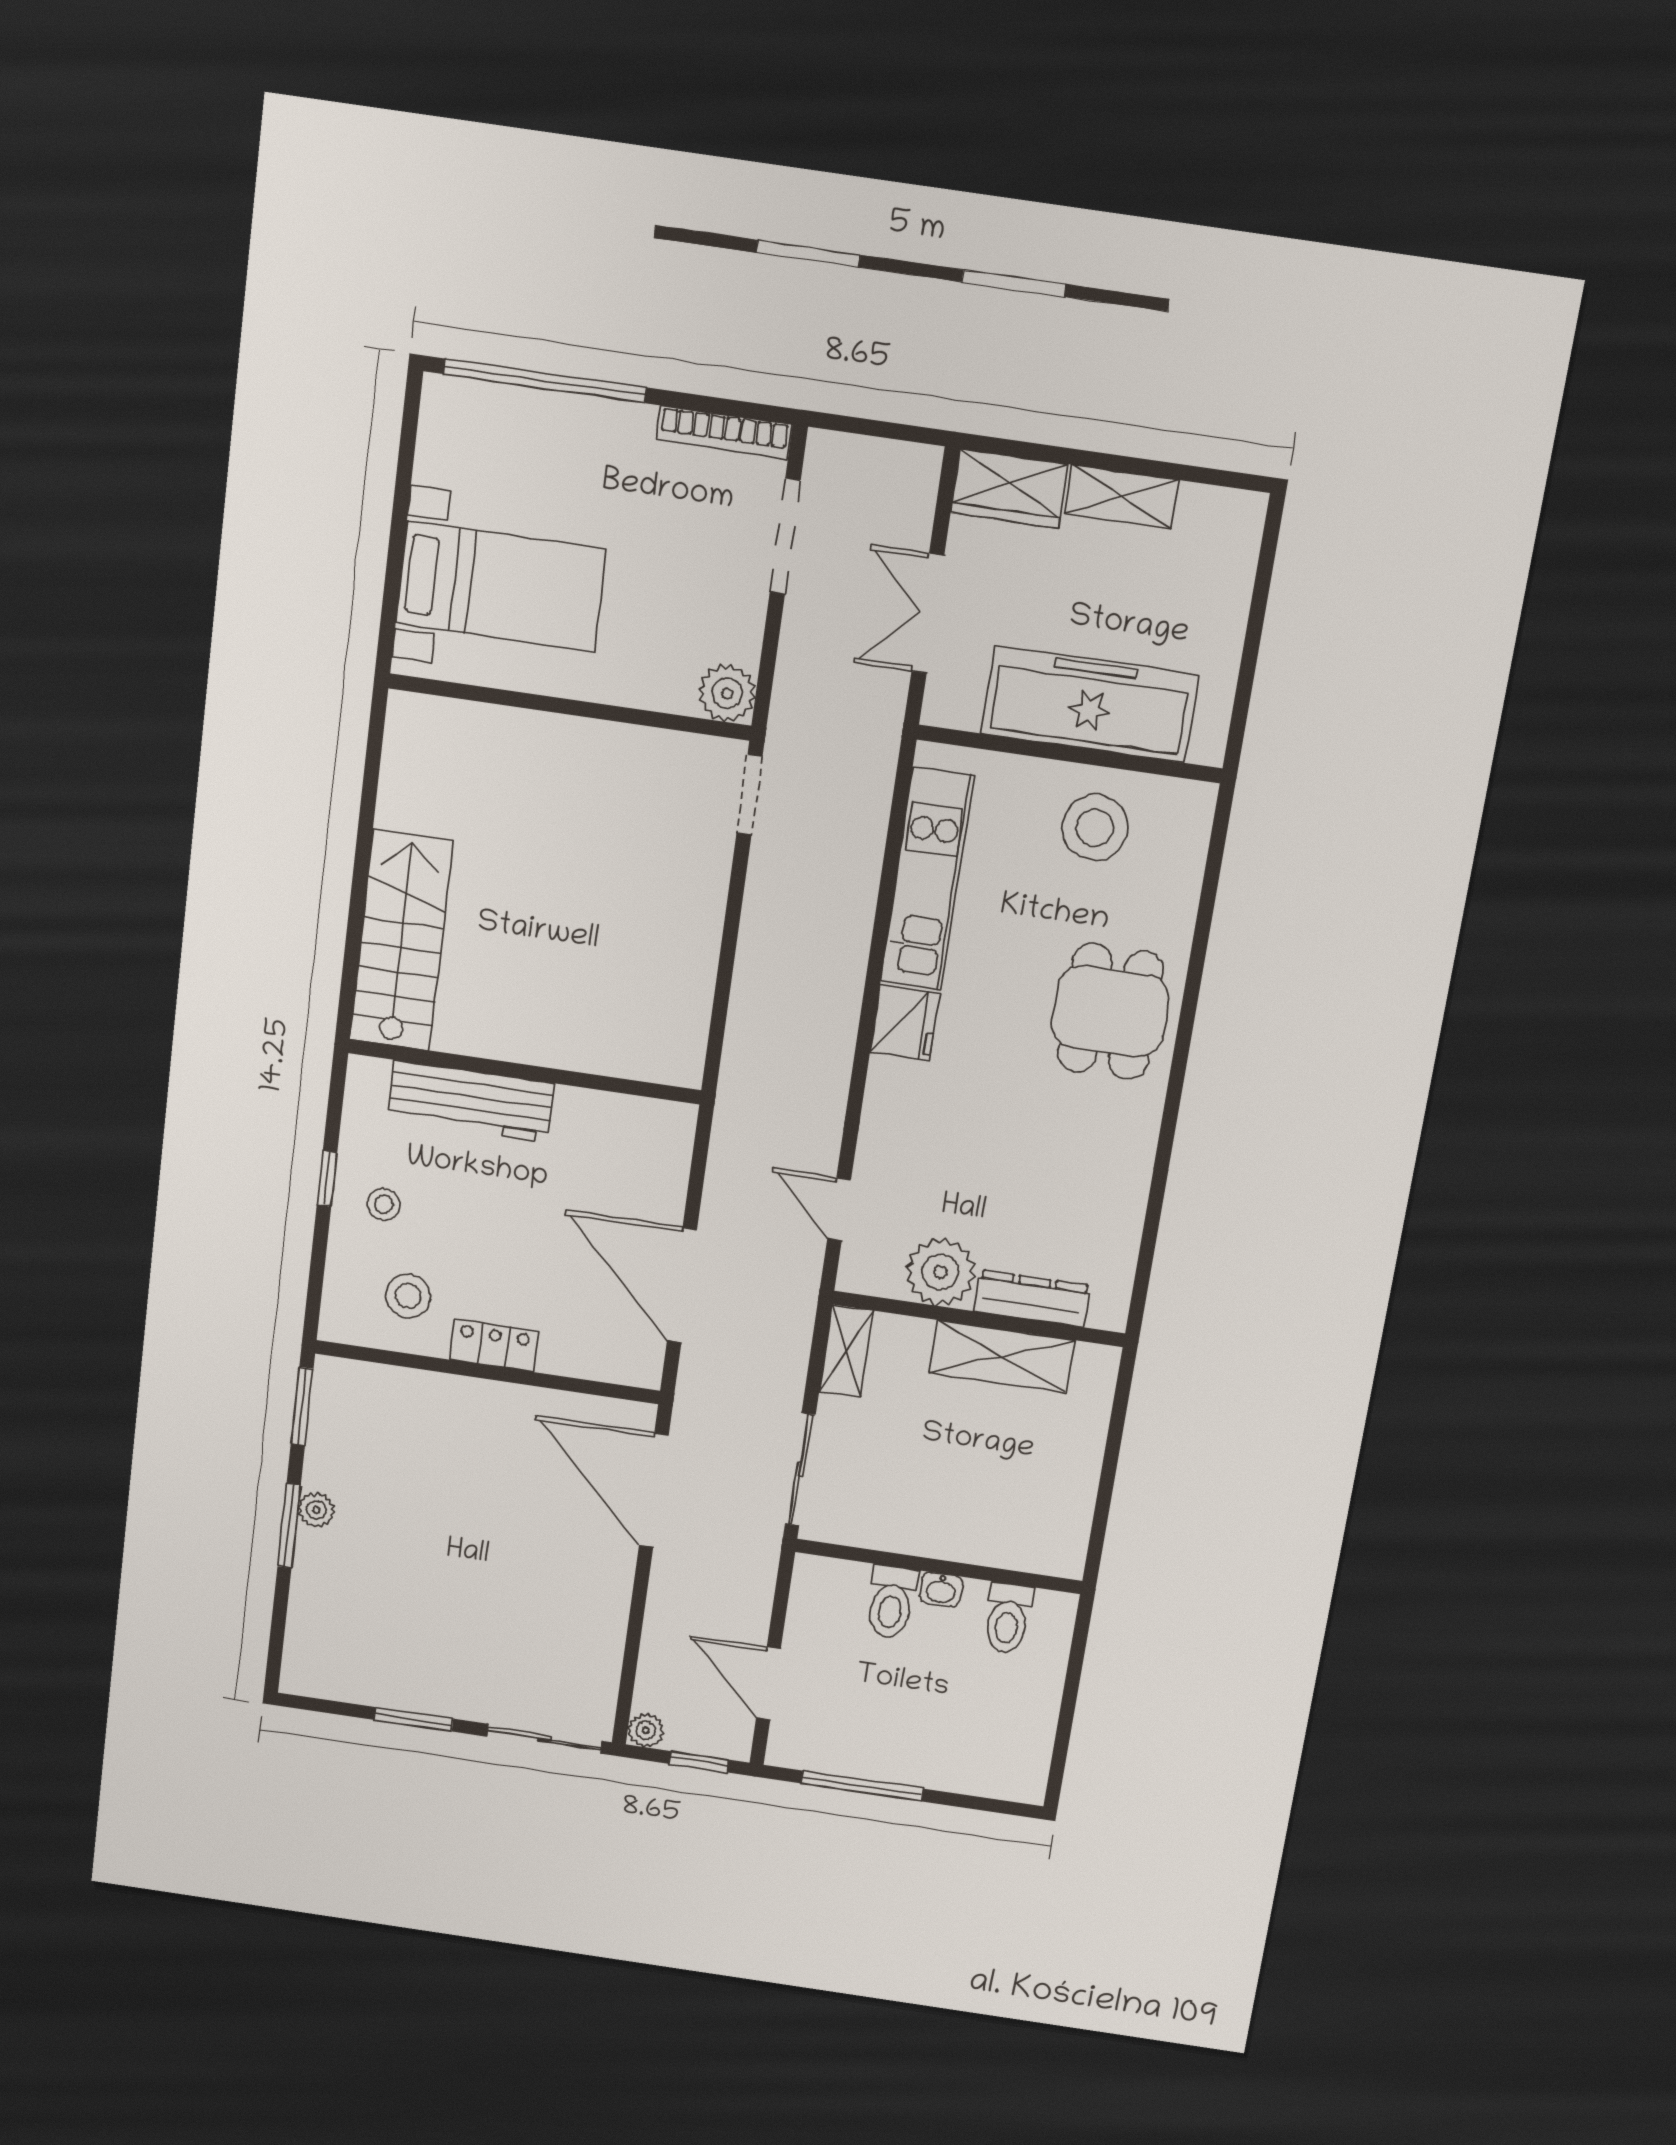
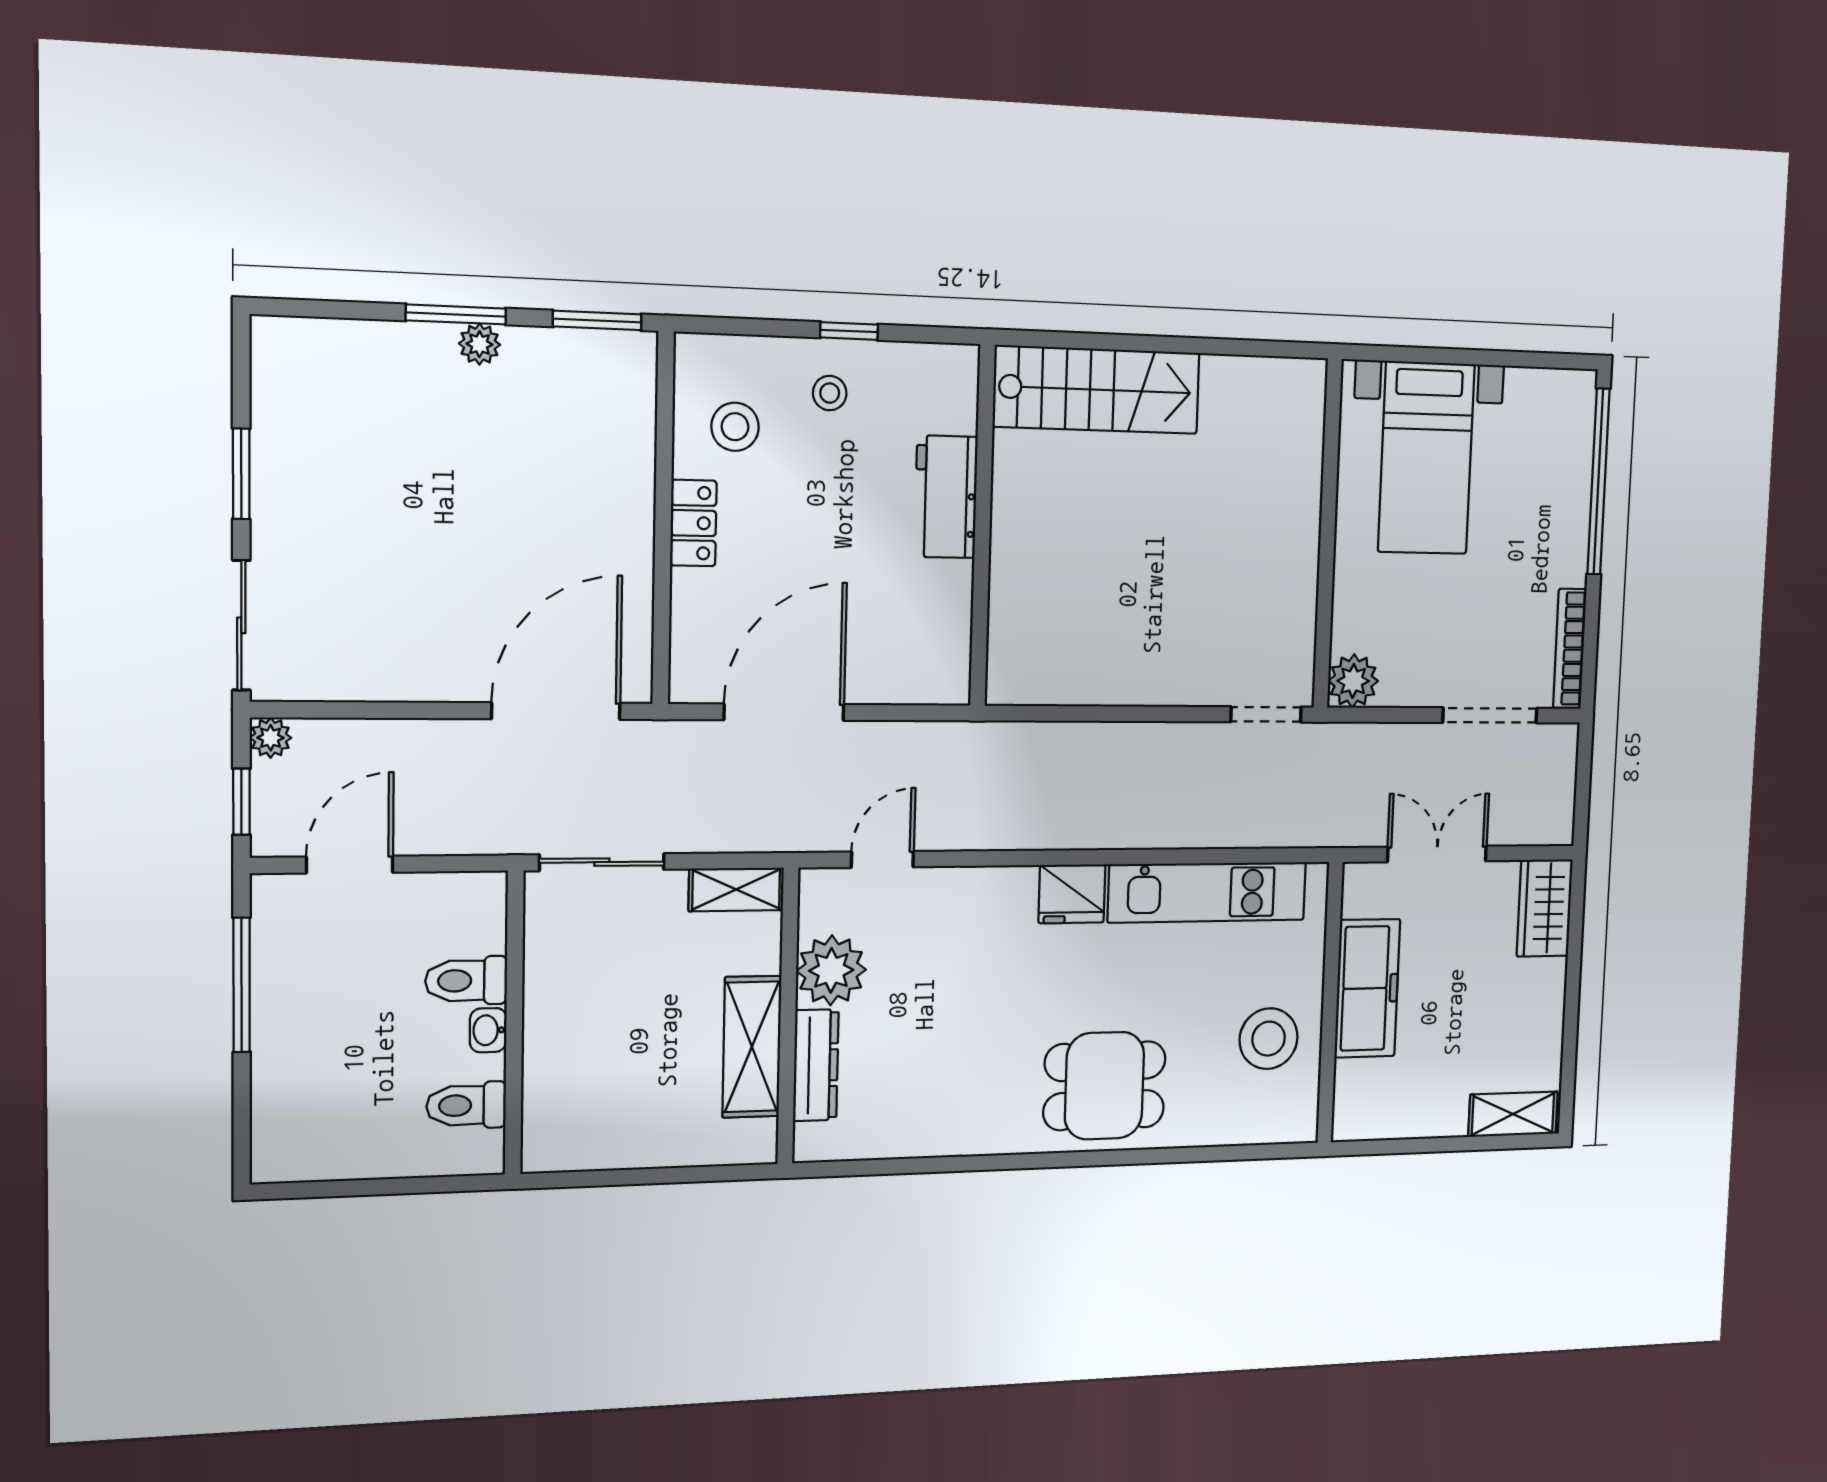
shelving: (1121, 497) -> (1513, 1114), moved, turned 90
freezer: (1090, 704) -> (1367, 988), width x0.73, depth x0.79
workbench: (471, 1101) -> (946, 497), width x0.73

